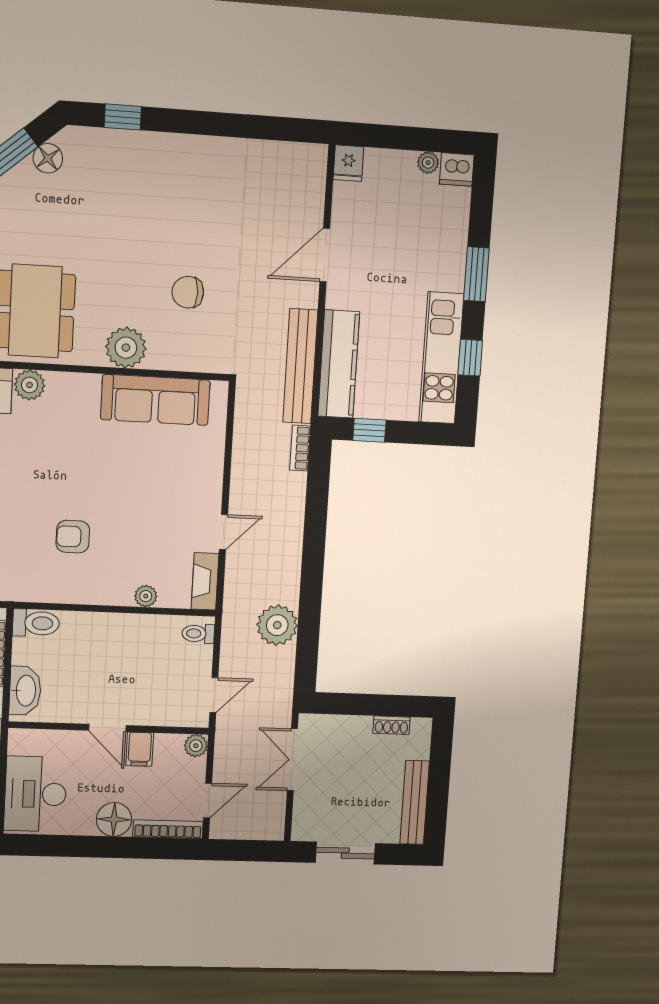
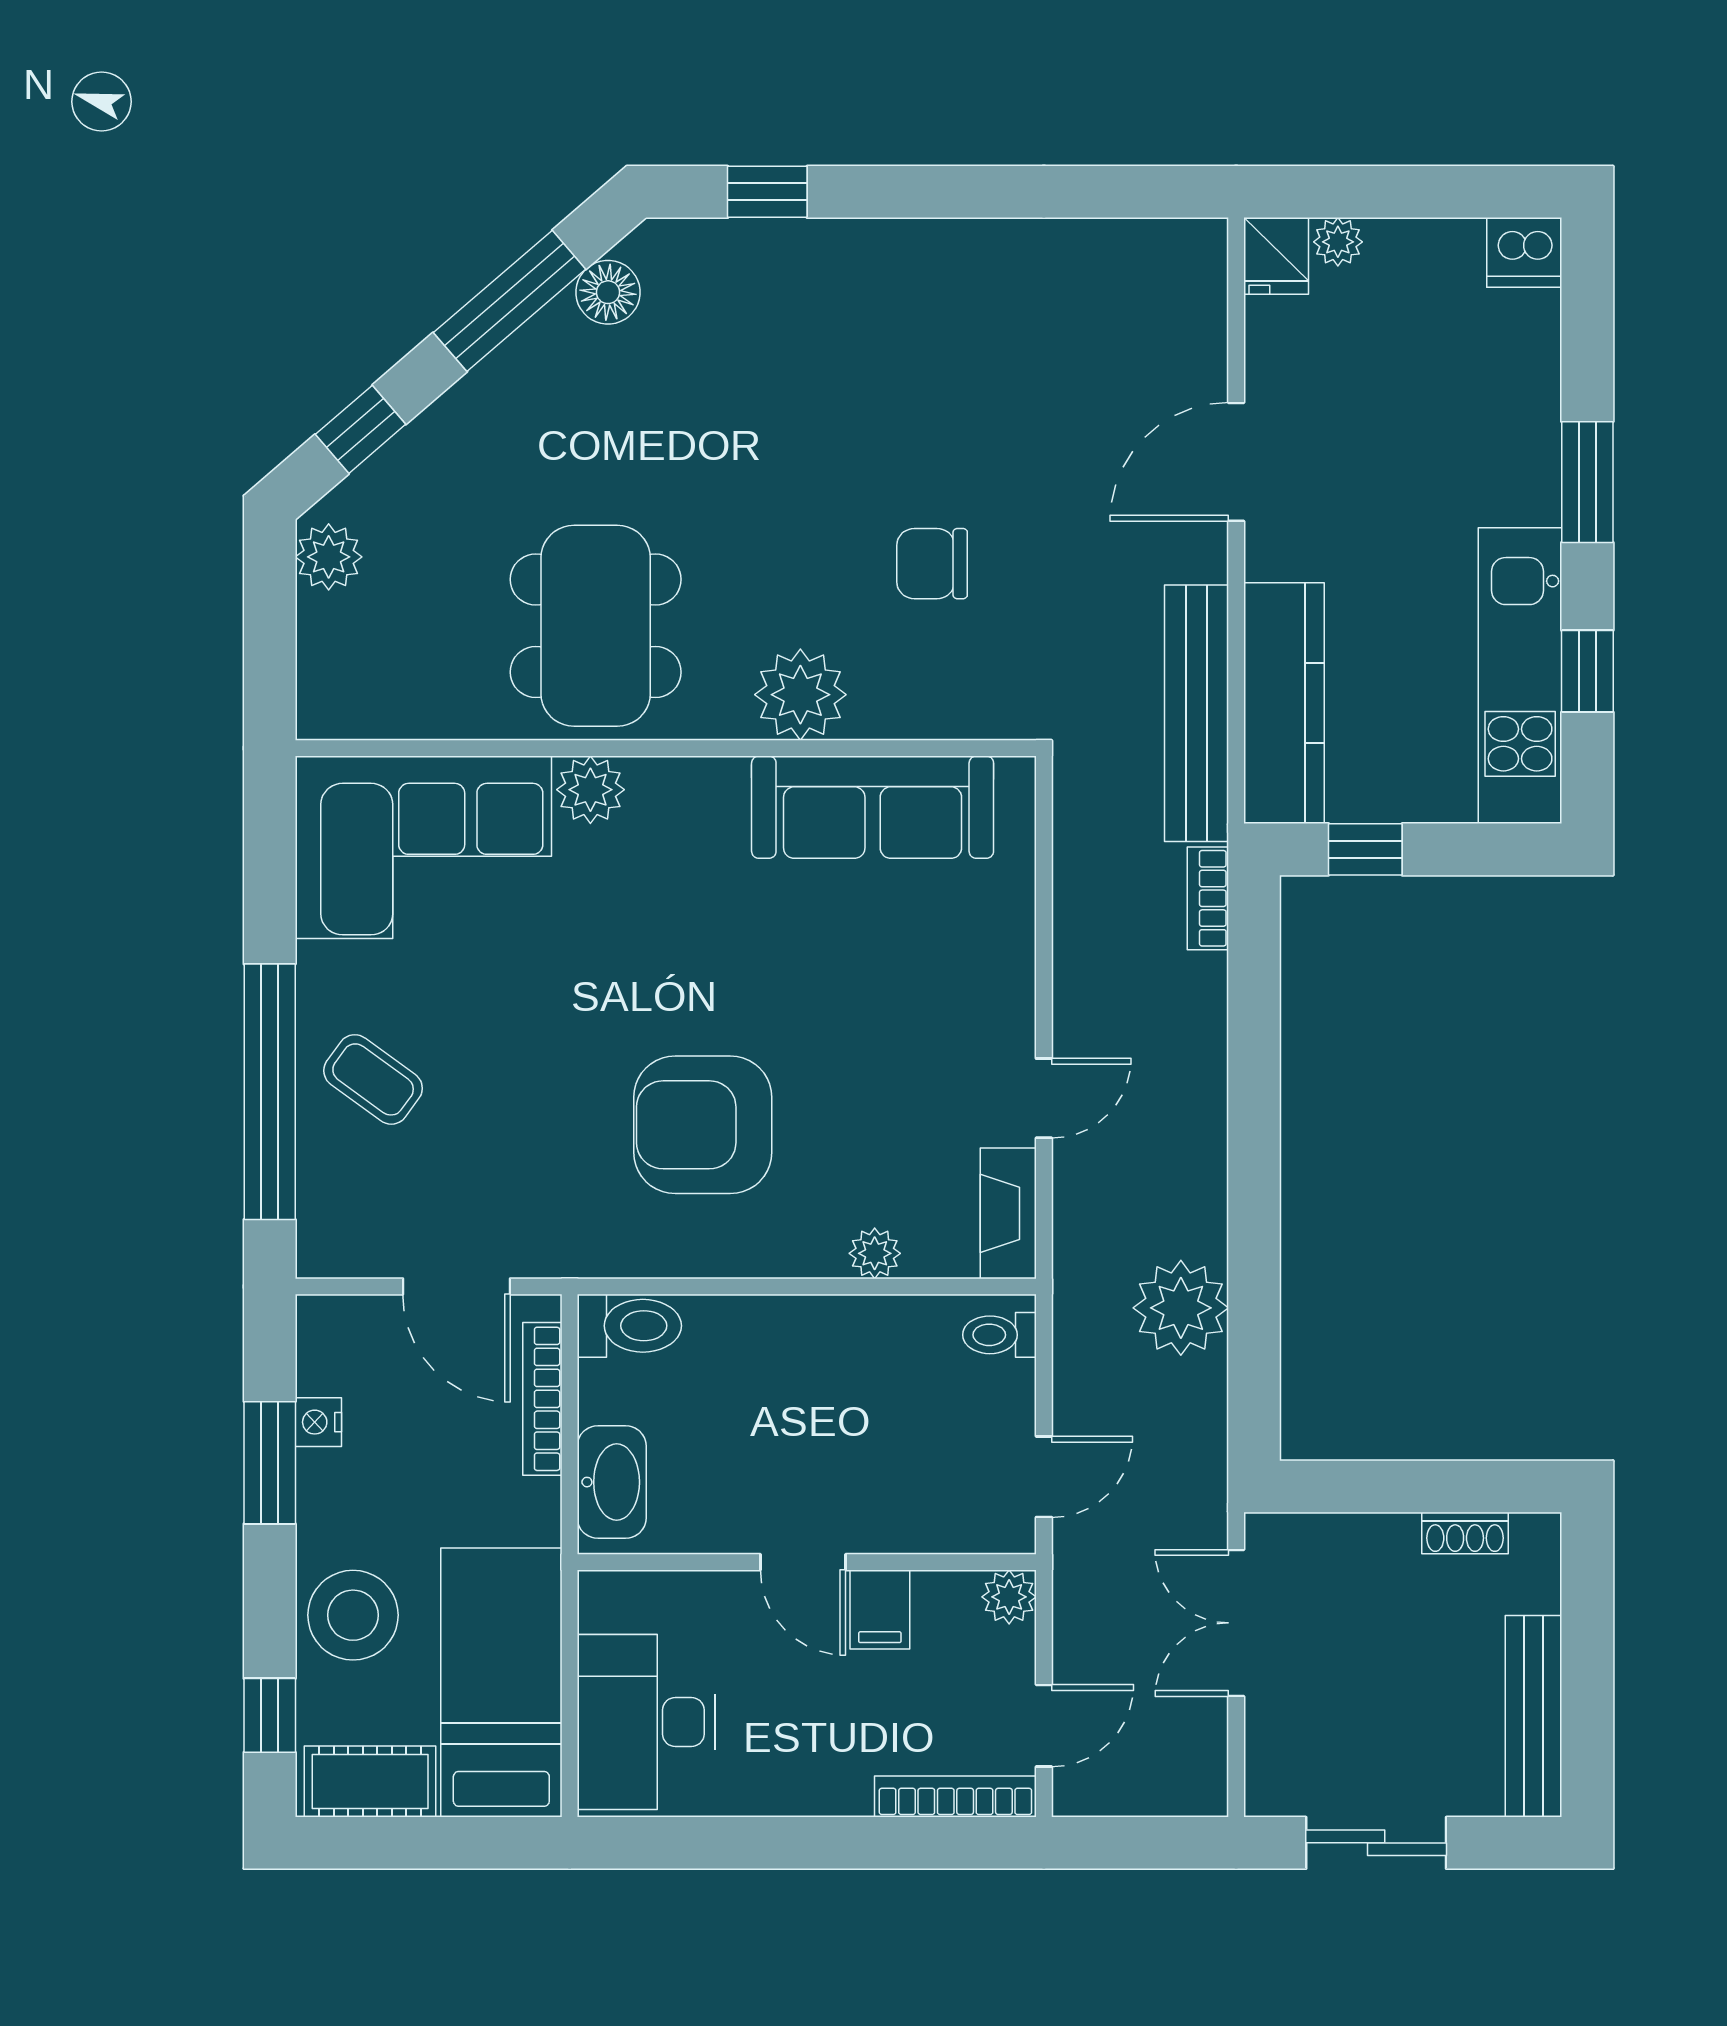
plant: (428, 163) -> (1338, 242), moved
armchair: (73, 537) -> (703, 1125), width x1.88, depth x1.88
floor lamp: (114, 819) -> (829, 1777), removed

